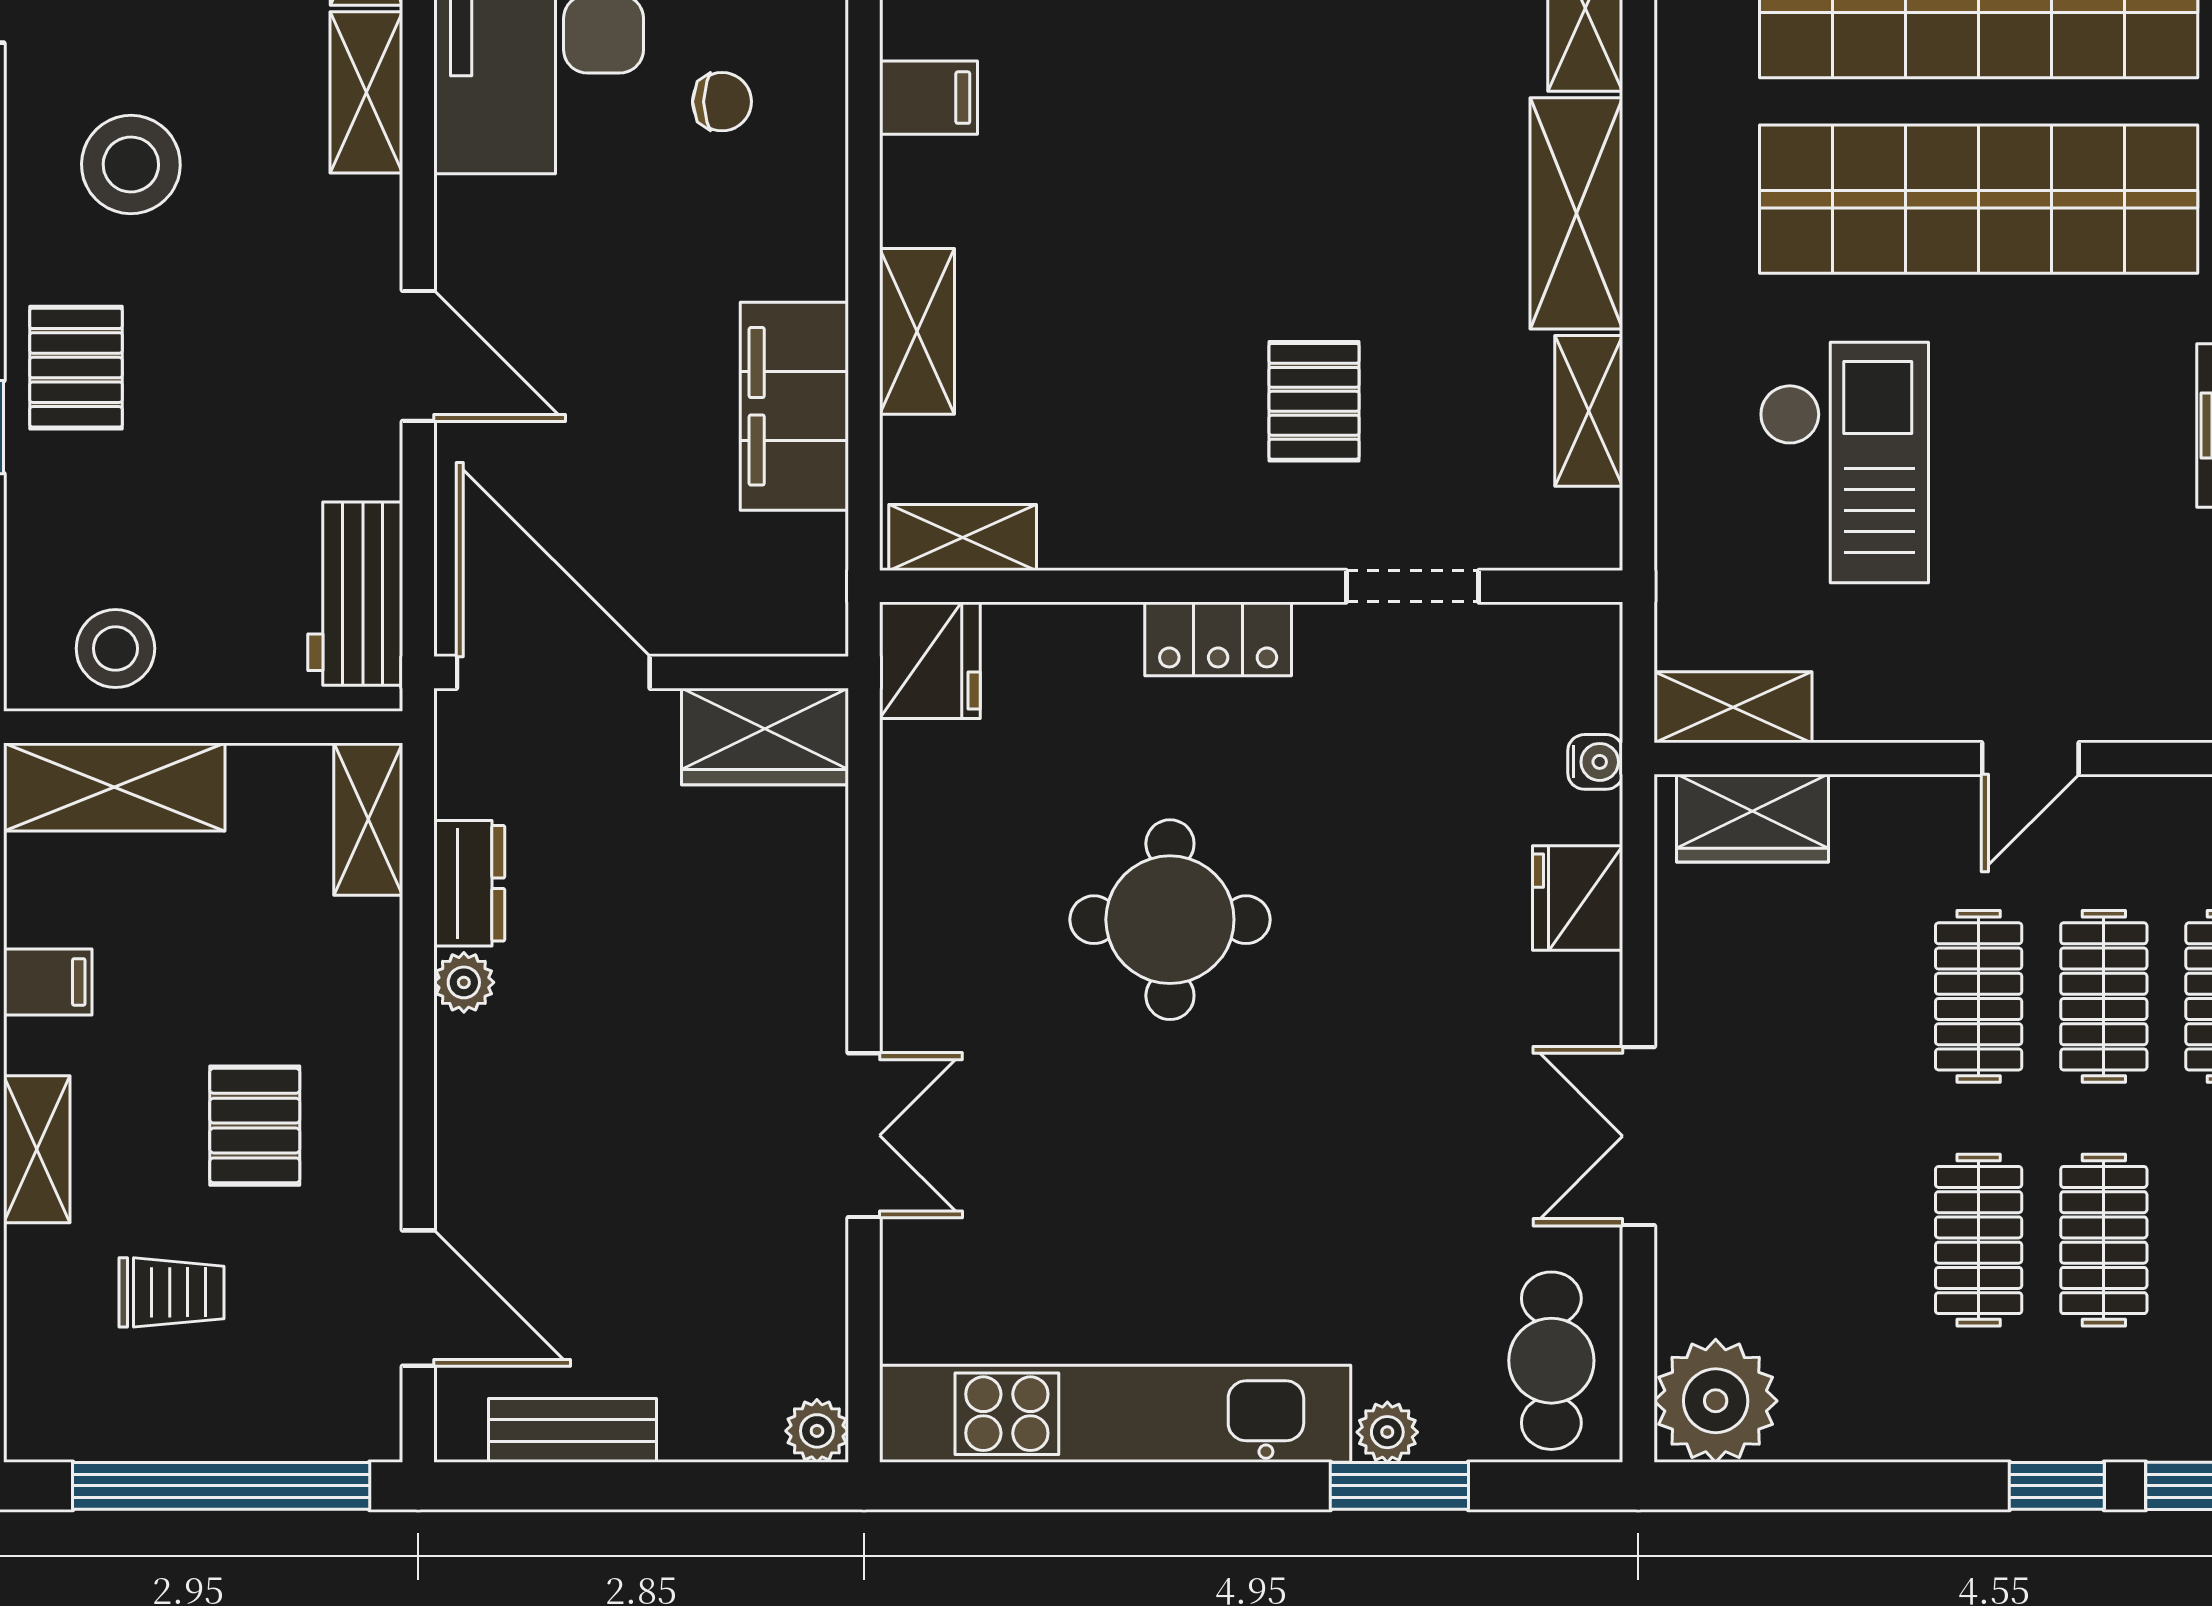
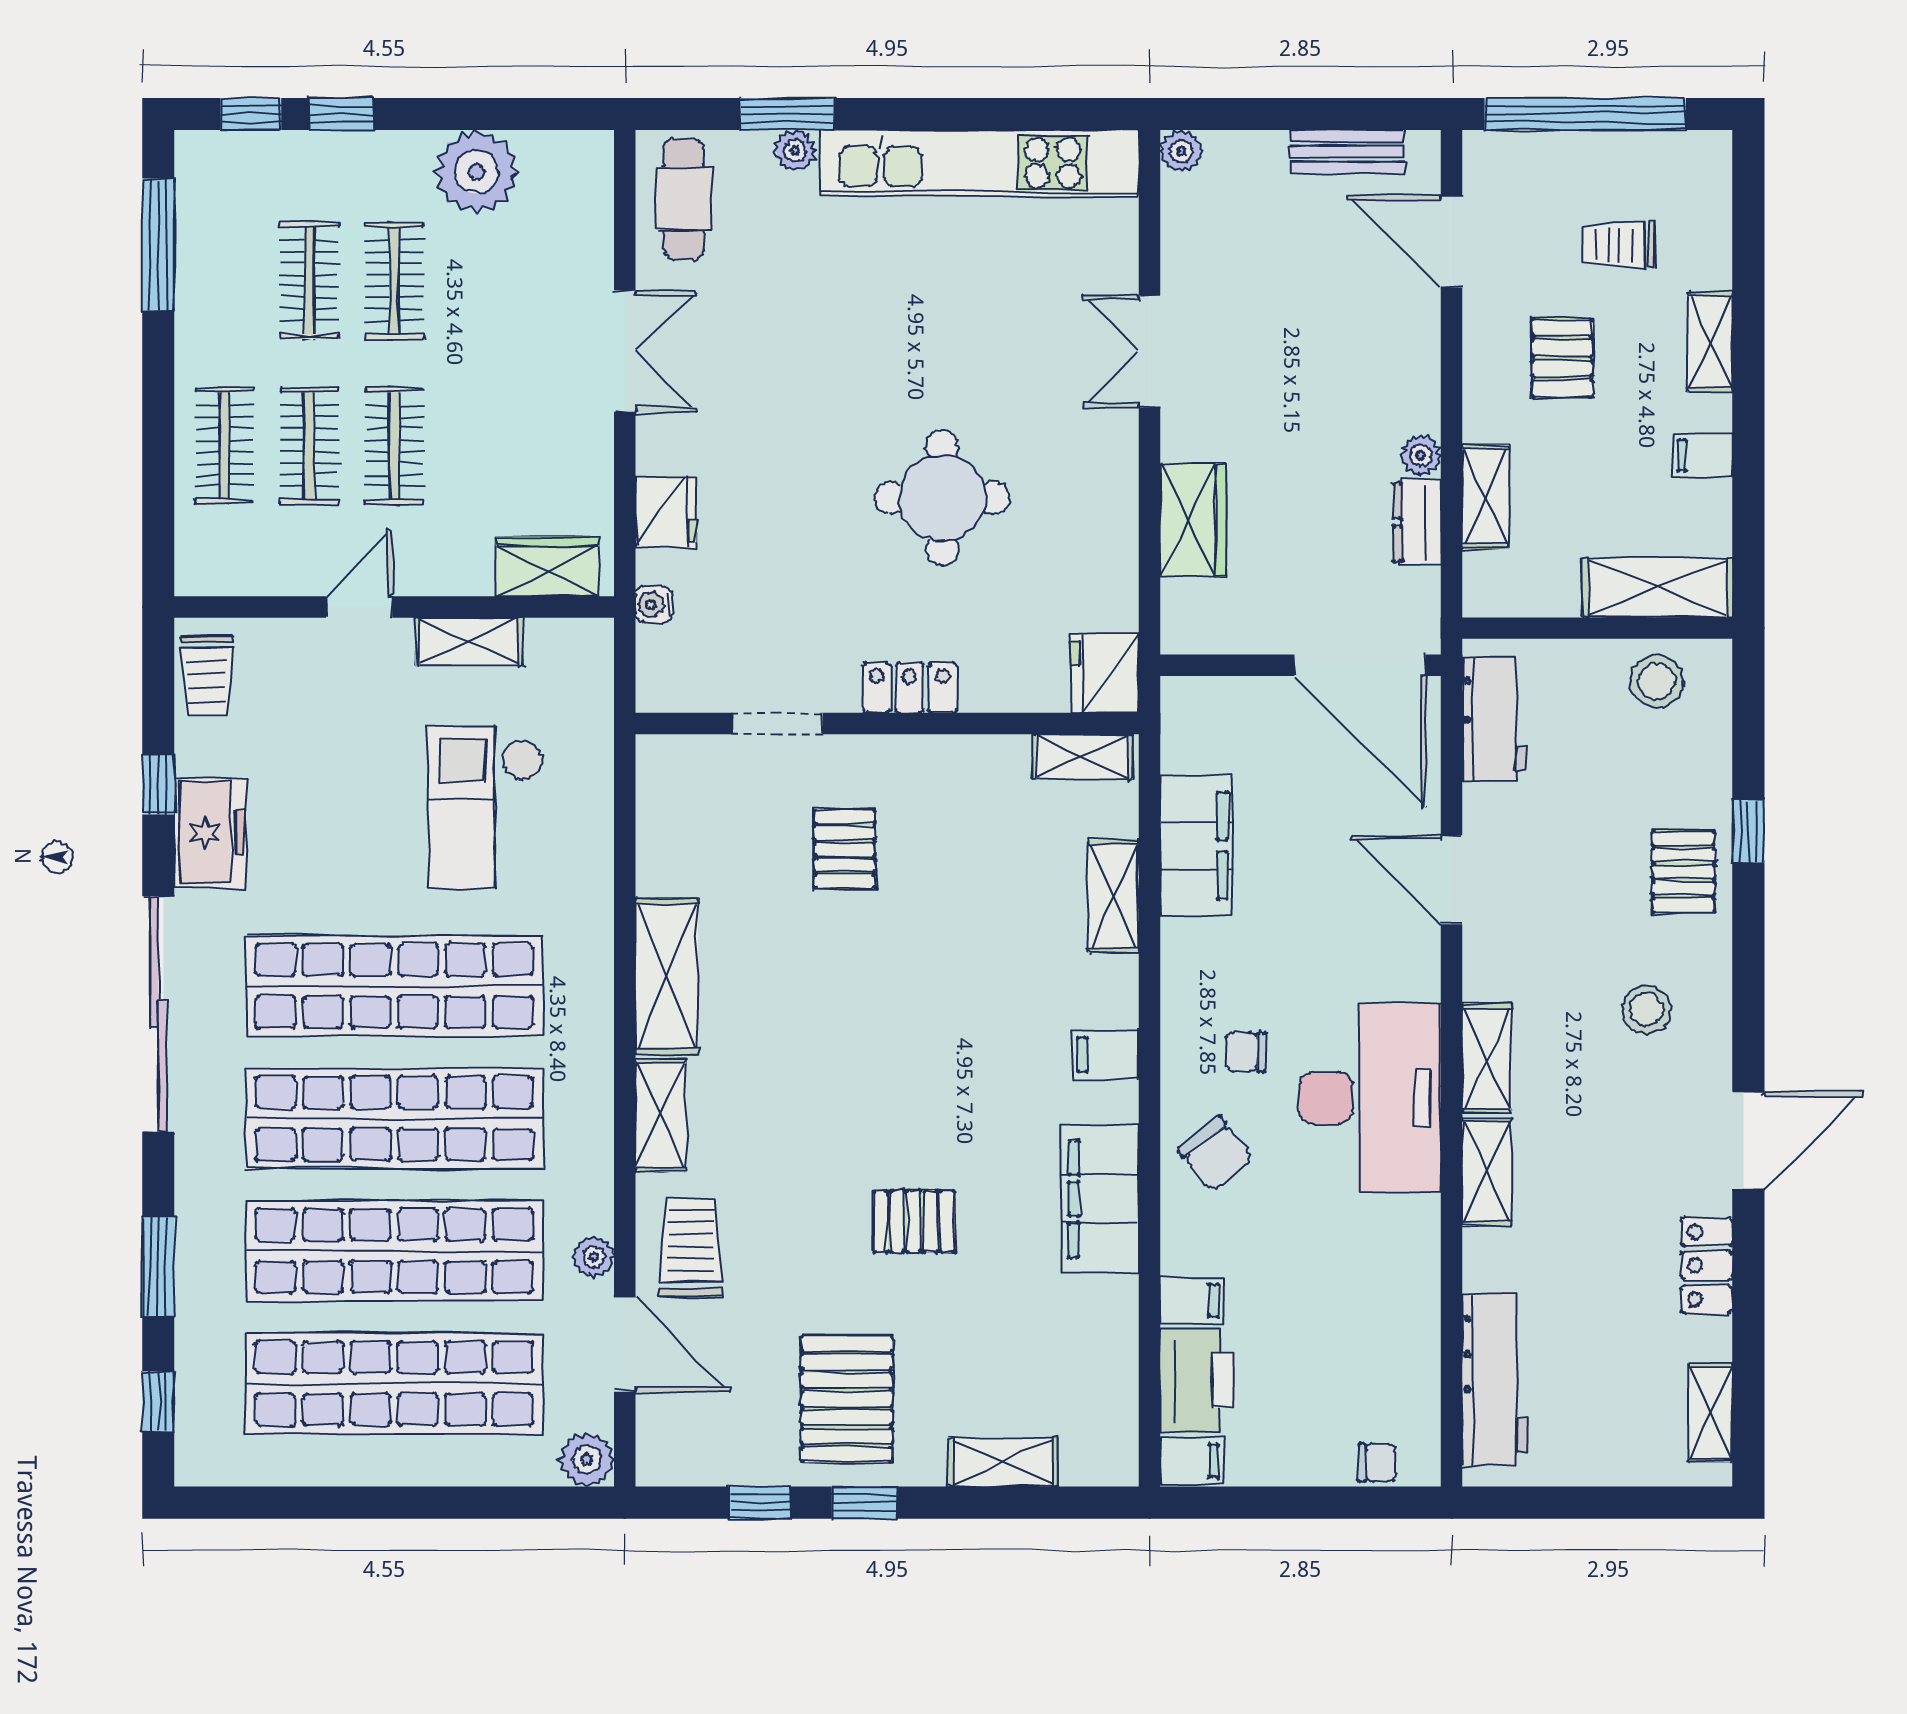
stool: (131, 164) -> (1646, 1009), width x0.73, depth x0.73
shelving: (1589, 411) -> (658, 842), removed
shelving: (1733, 707) -> (469, 642), moved
wardrobe: (765, 736) -> (1193, 520), moved, turned 90
shelving: (368, 819) -> (1485, 497), moved
plant: (1716, 1401) -> (476, 172), moved

